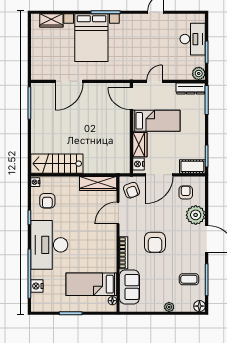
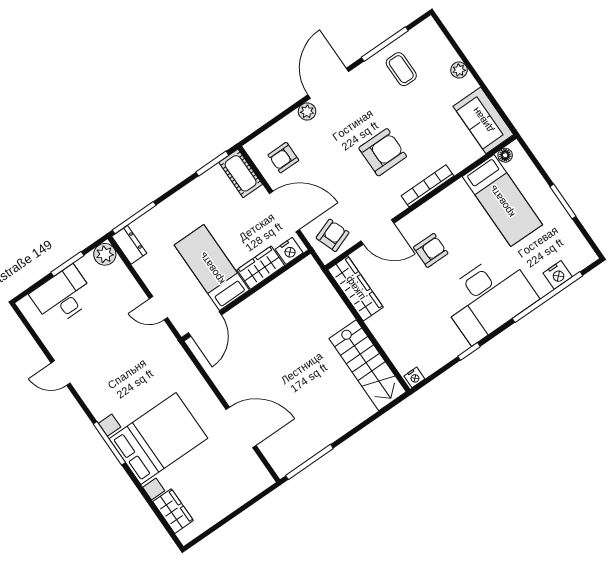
dresser: (191, 89) -> (129, 245), width x0.70
armchair: (47, 201) -> (431, 250), moved
plant: (196, 215) -> (307, 111), width x0.53, depth x0.53
sofa: (129, 287) -> (483, 120), moved, turned -90
floor lamp: (199, 306) -> (428, 29), removed

